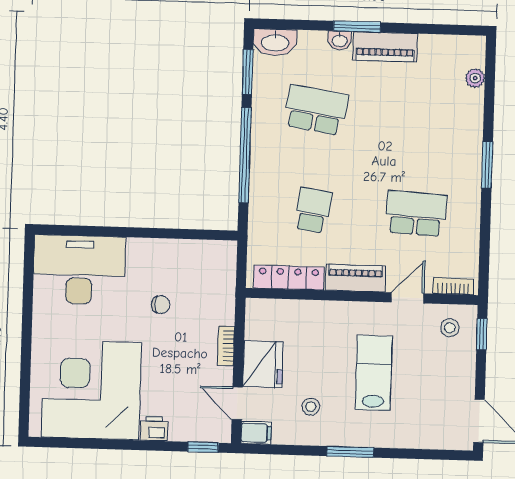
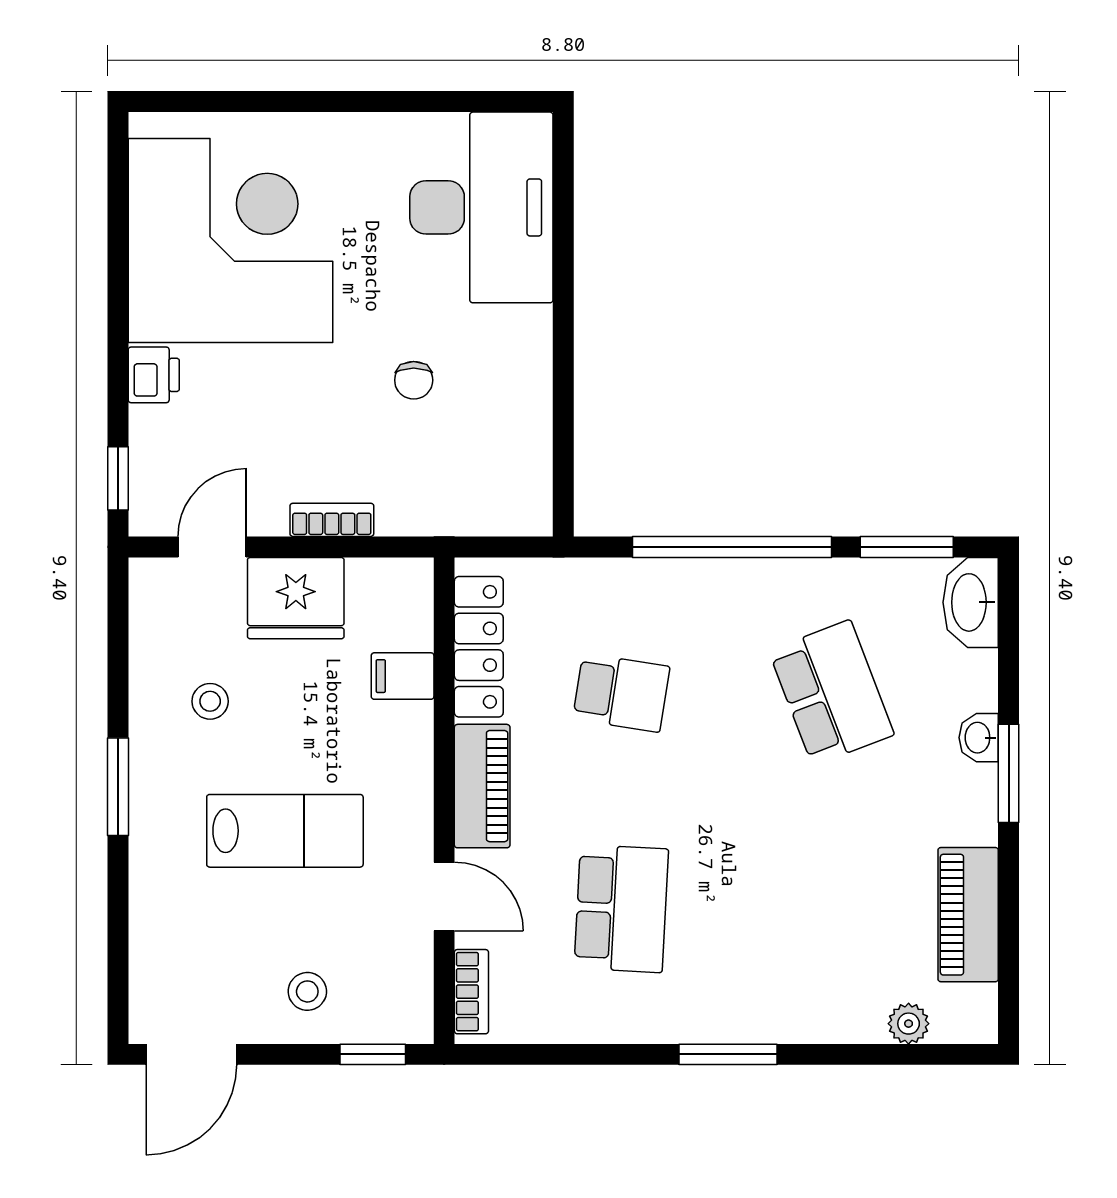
piano: (385, 47) -> (968, 915), moved
school desk: (316, 110) -> (831, 693), turned -30
stool: (450, 328) -> (307, 991), moved
filing cabinet: (256, 433) -> (403, 676), moved, turned 90

